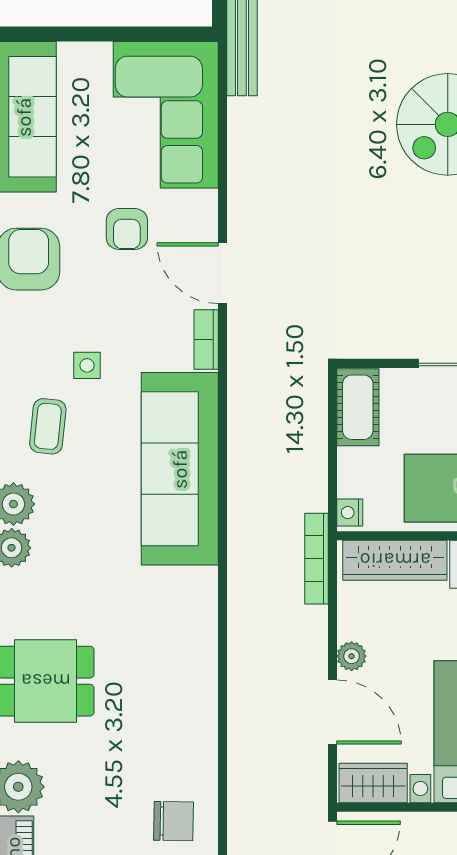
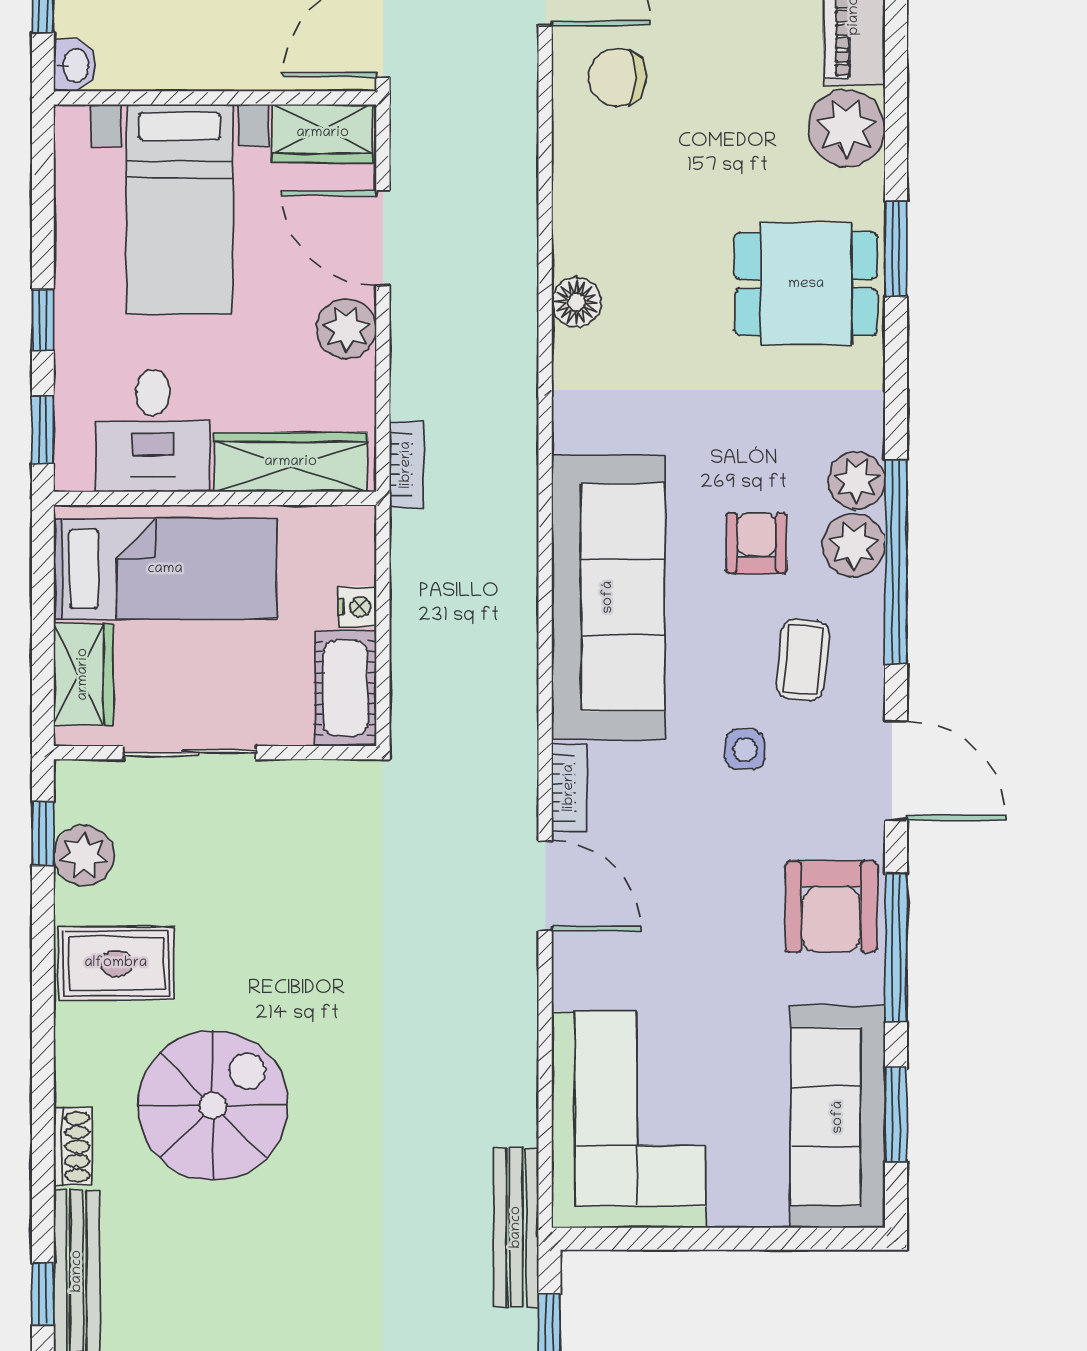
armchair: (127, 229) -> (756, 543), moved
nightstand: (350, 513) -> (357, 607), moved
bookcase: (316, 559) -> (406, 465), width x0.64
plant: (352, 656) -> (347, 329), width x1.38, depth x1.38
floor lamp: (201, 669) -> (576, 302), added

